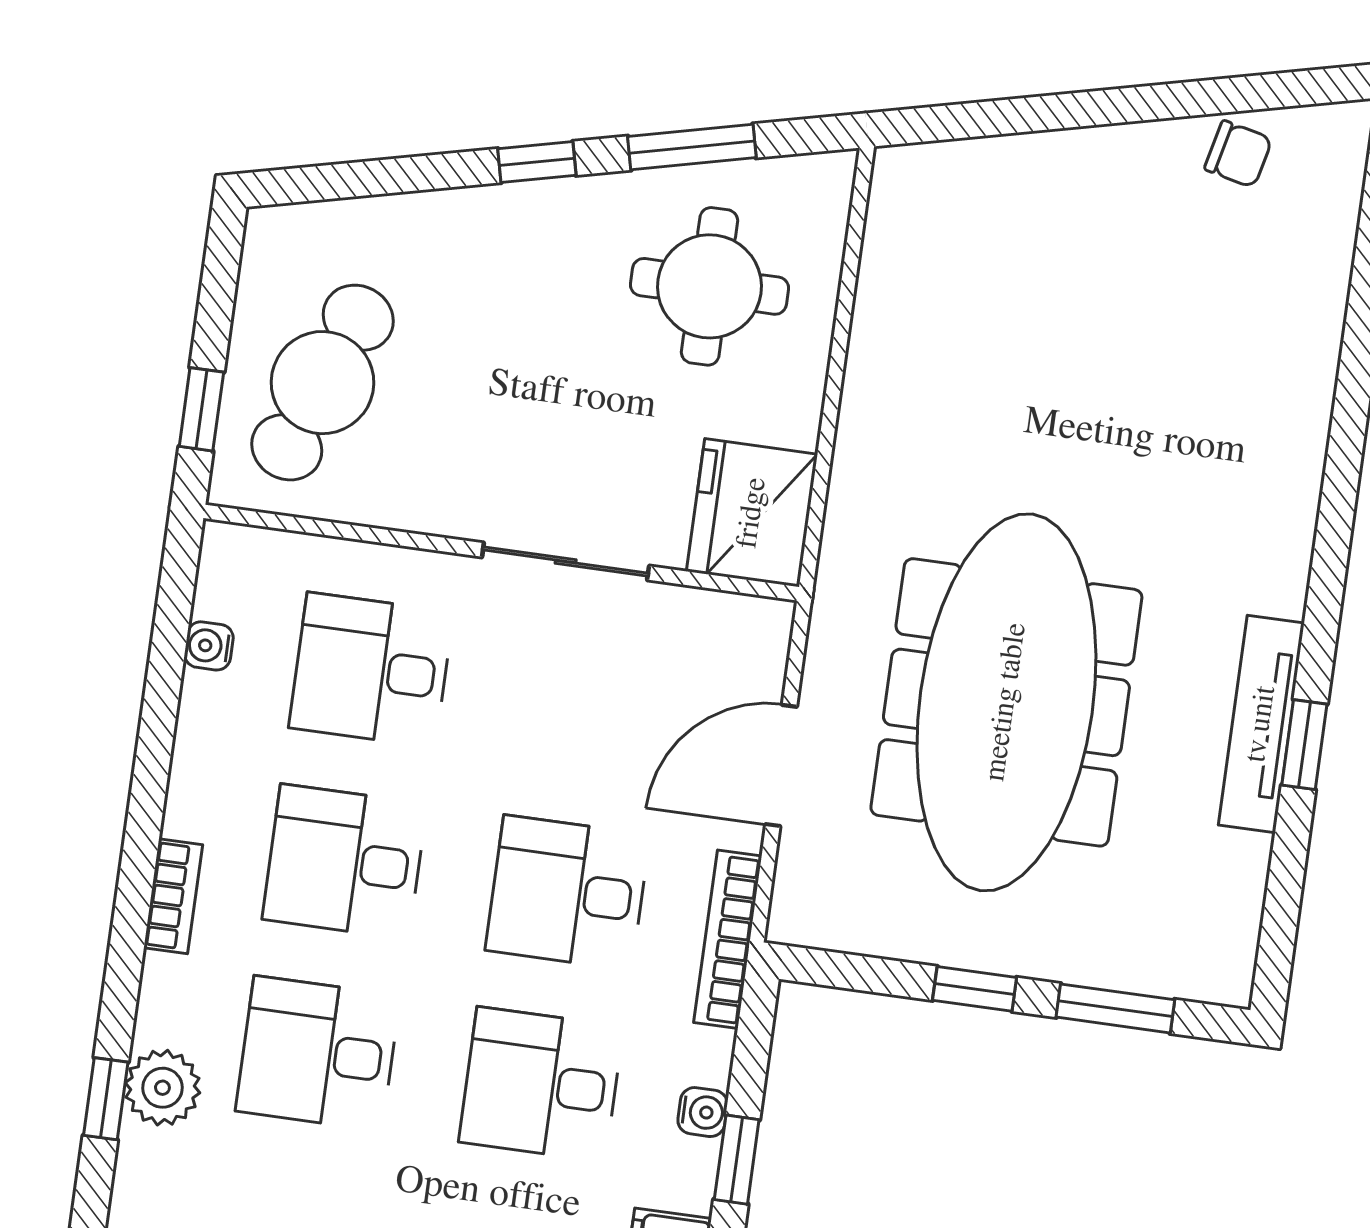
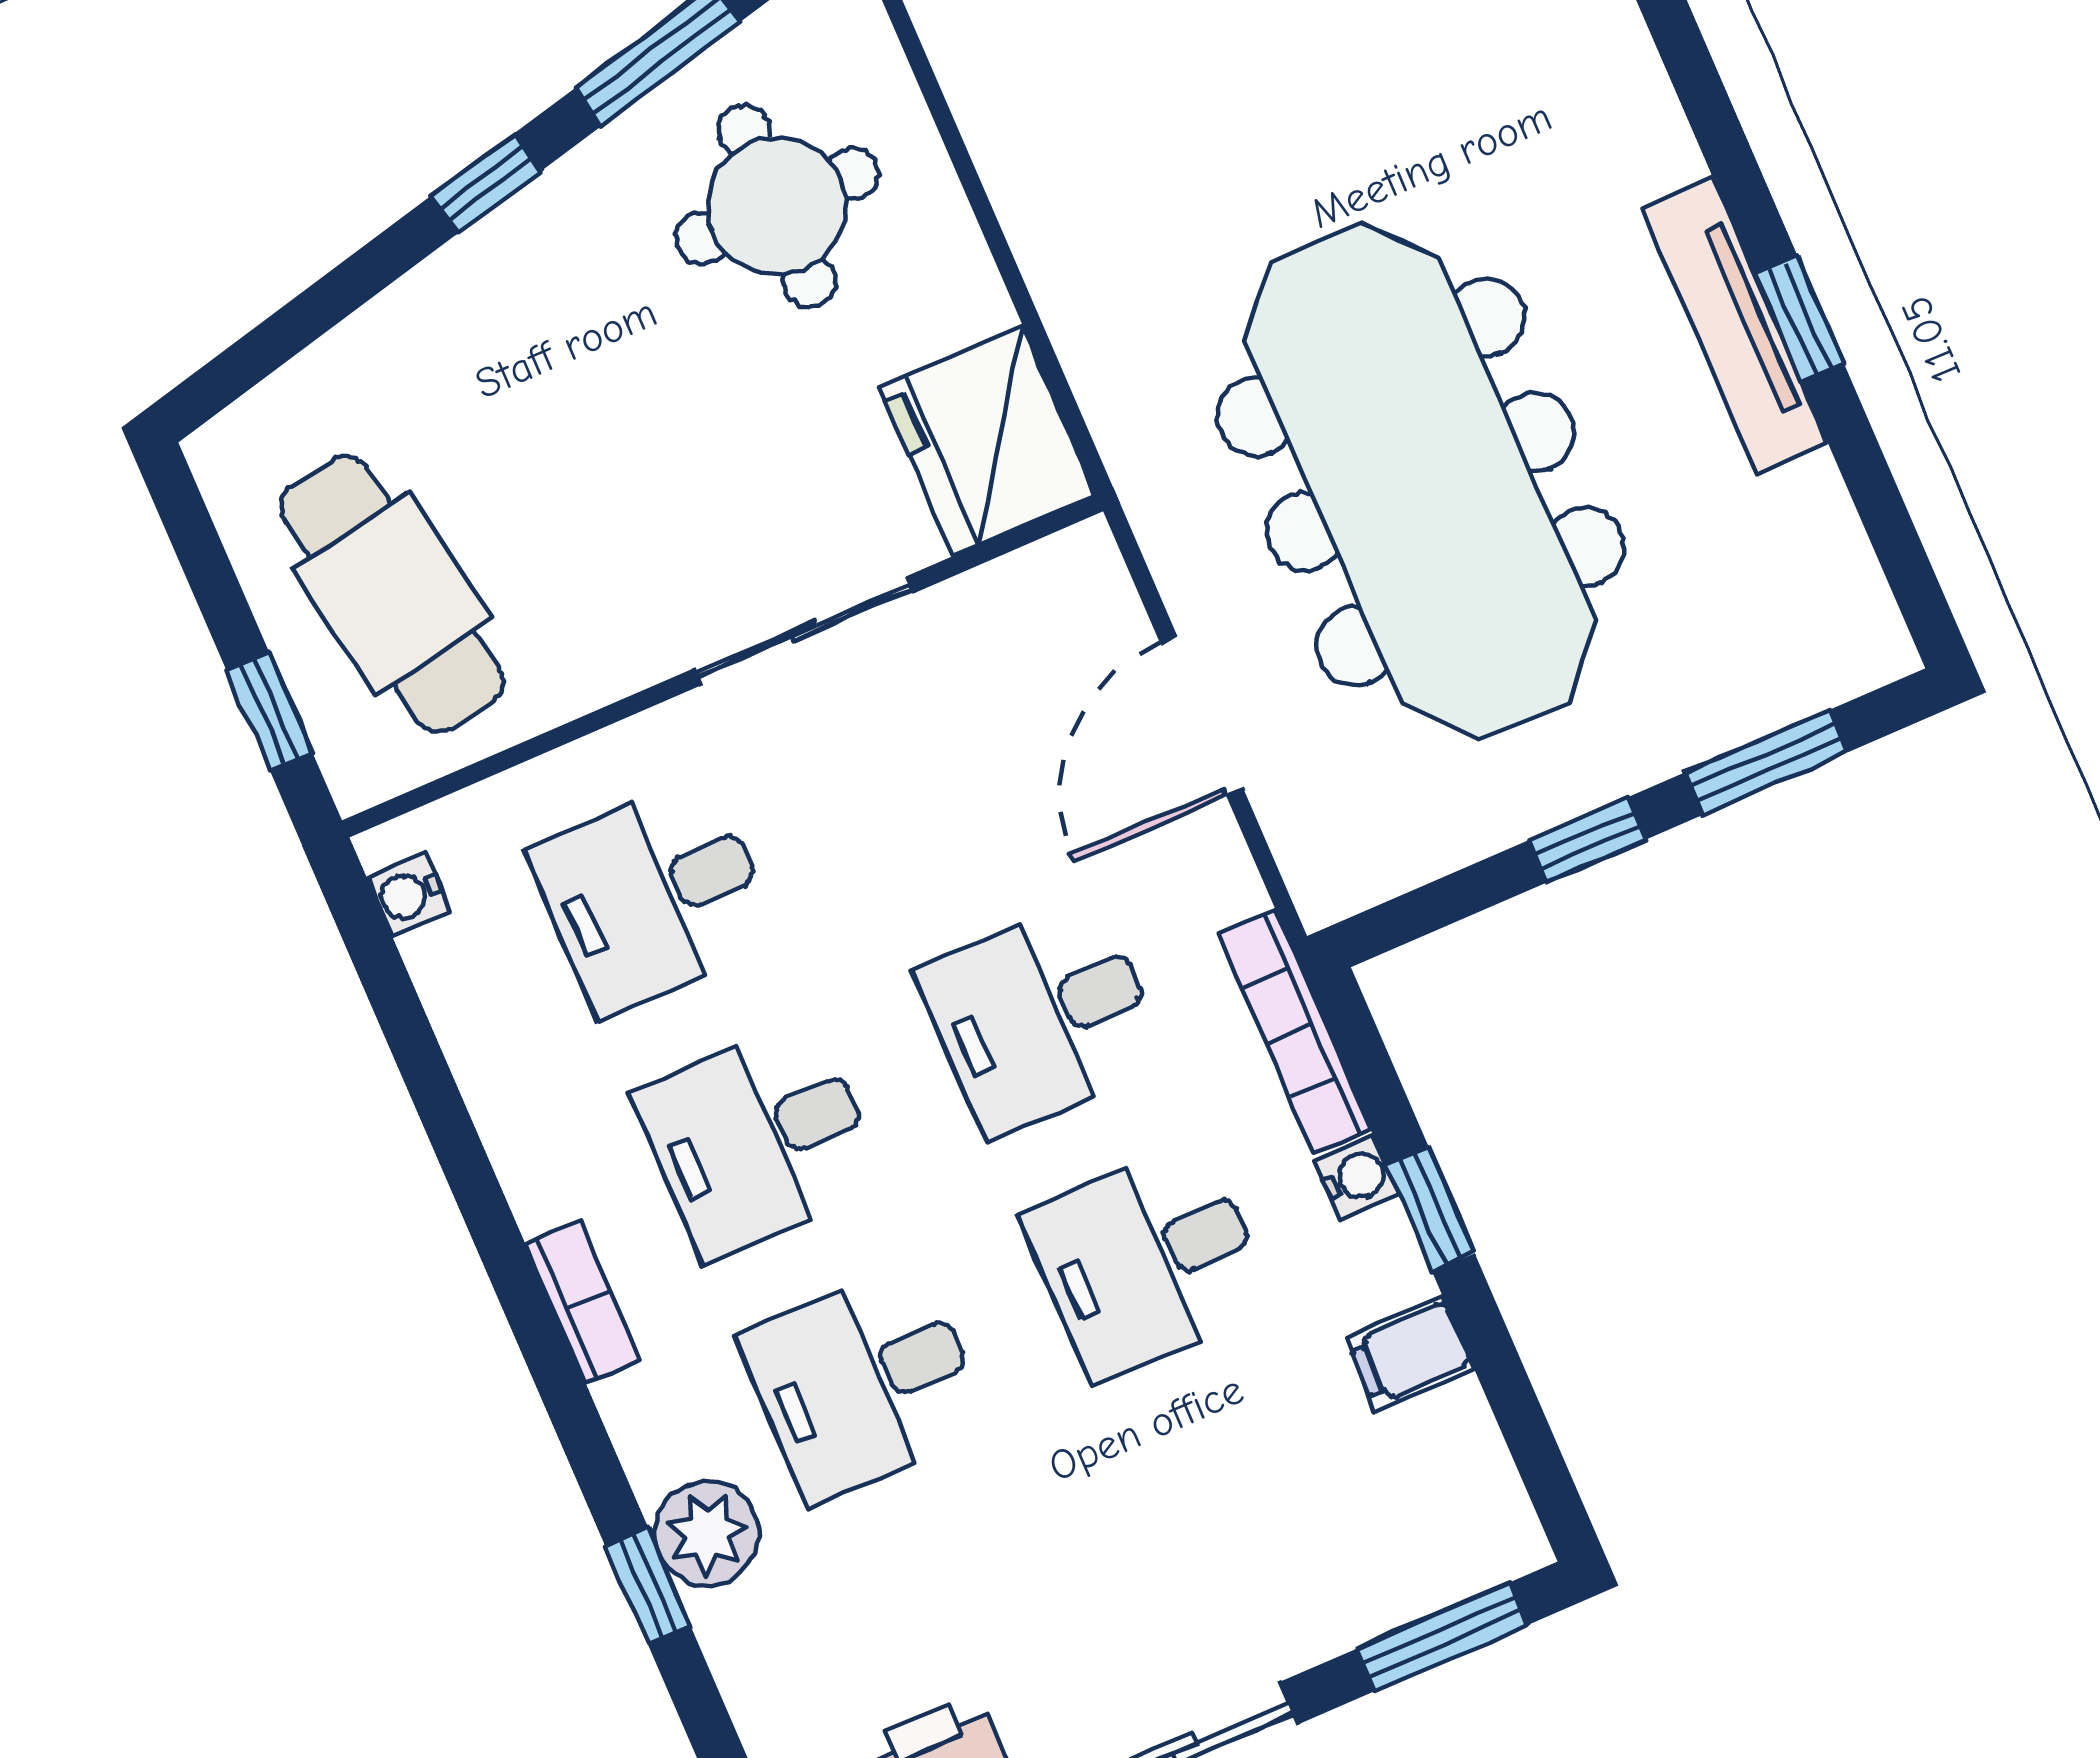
cafe table: (322, 383) -> (392, 594), turned -31
water cooler: (209, 646) -> (408, 895), moved
bookcase: (728, 939) -> (1295, 1031), moved

